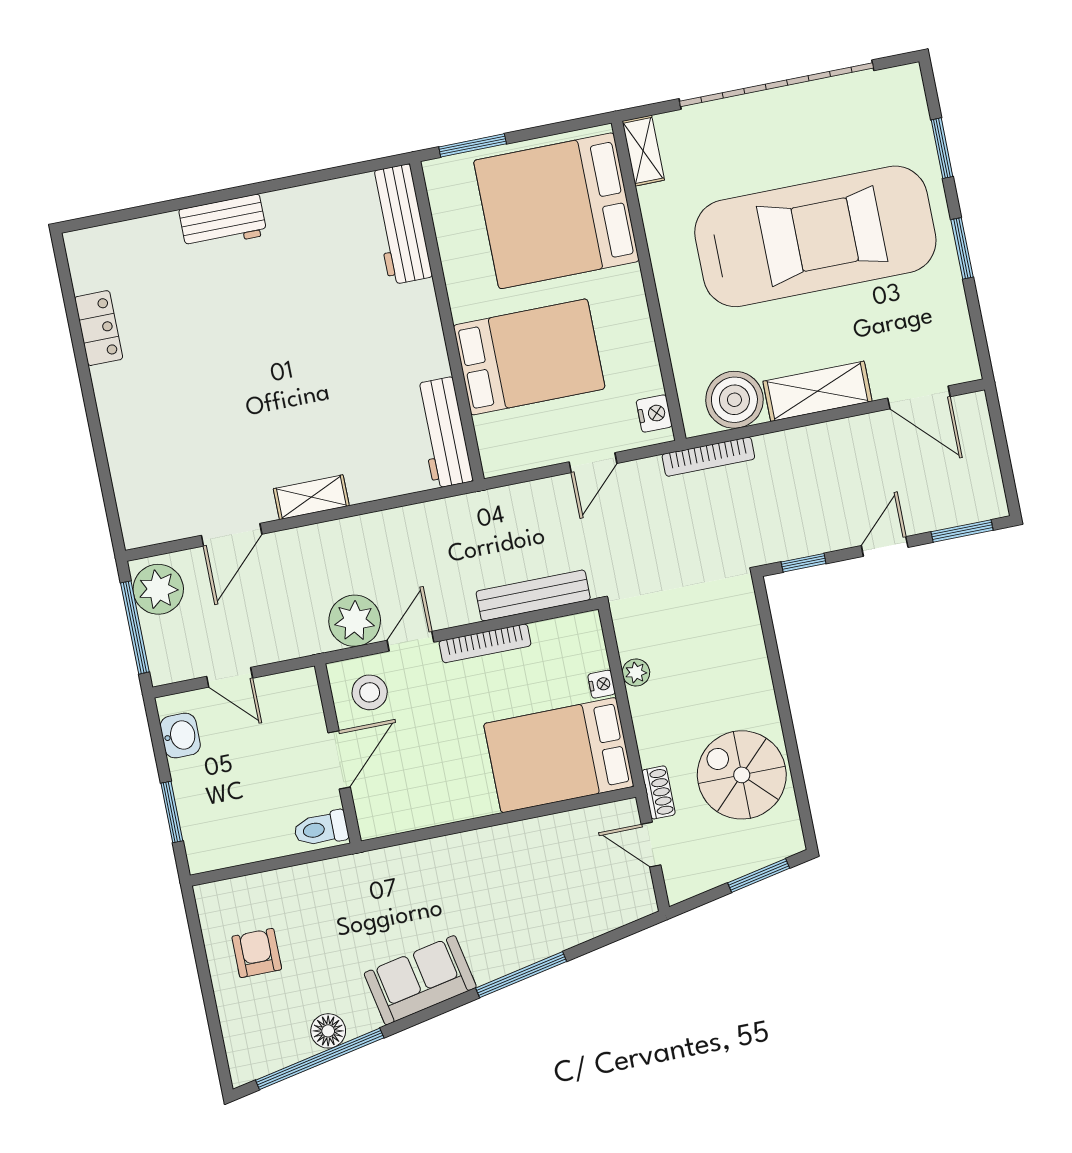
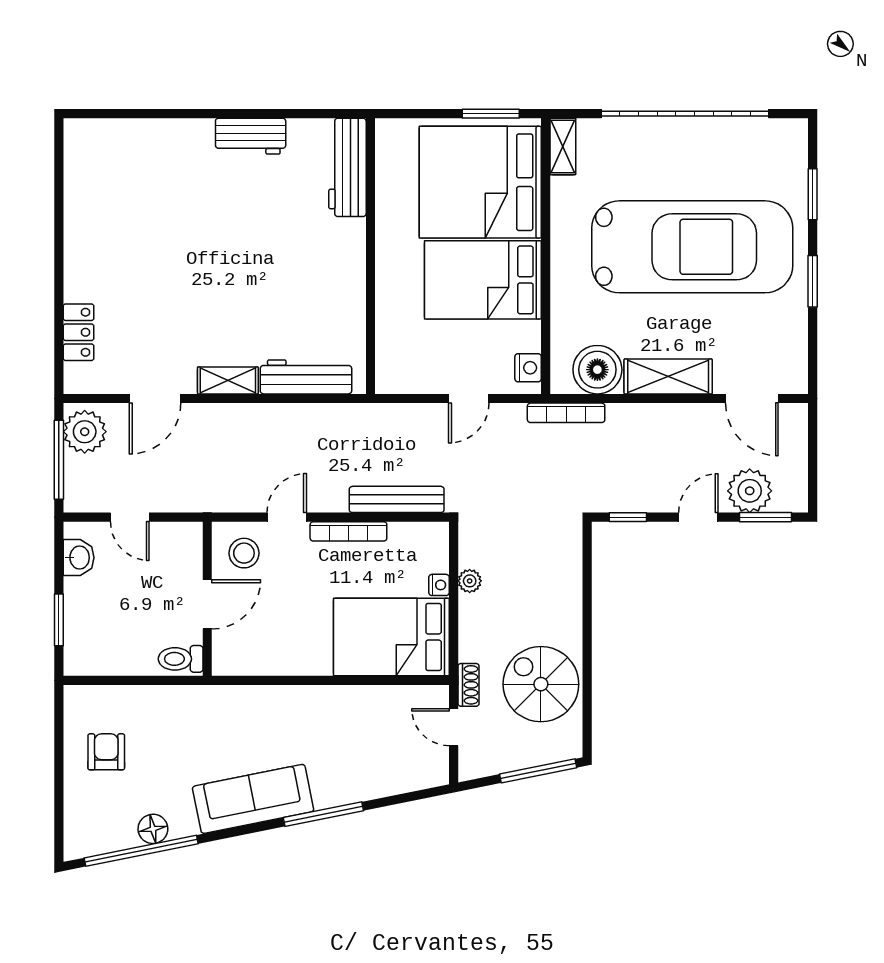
window: (473, 145) -> (491, 114), moved
workbench: (223, 222) -> (251, 136), moved
locker: (99, 328) -> (79, 332), moved
bed: (529, 357) -> (483, 280), moved, turned 180
workbench: (443, 433) -> (306, 377), moved, turned 90
plant: (355, 621) -> (750, 491), moved
window: (759, 875) -> (538, 771), width x1.44
sofa: (420, 980) -> (253, 799), width x1.36

